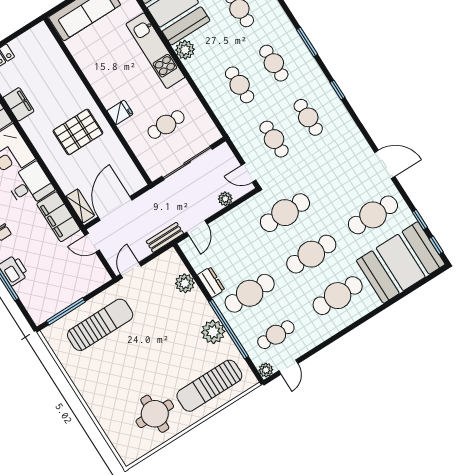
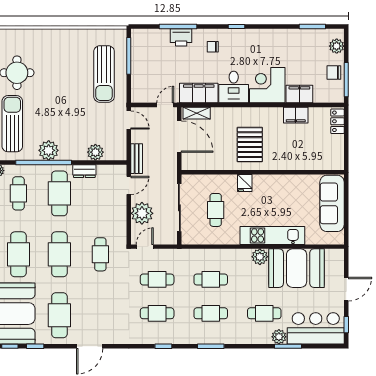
plant: (225, 199) -> (142, 213), width x1.87, depth x1.87
cafe table: (285, 213) -> (100, 254), width x0.73, depth x0.74
door: (197, 228) -> (129, 185), swing flipped

